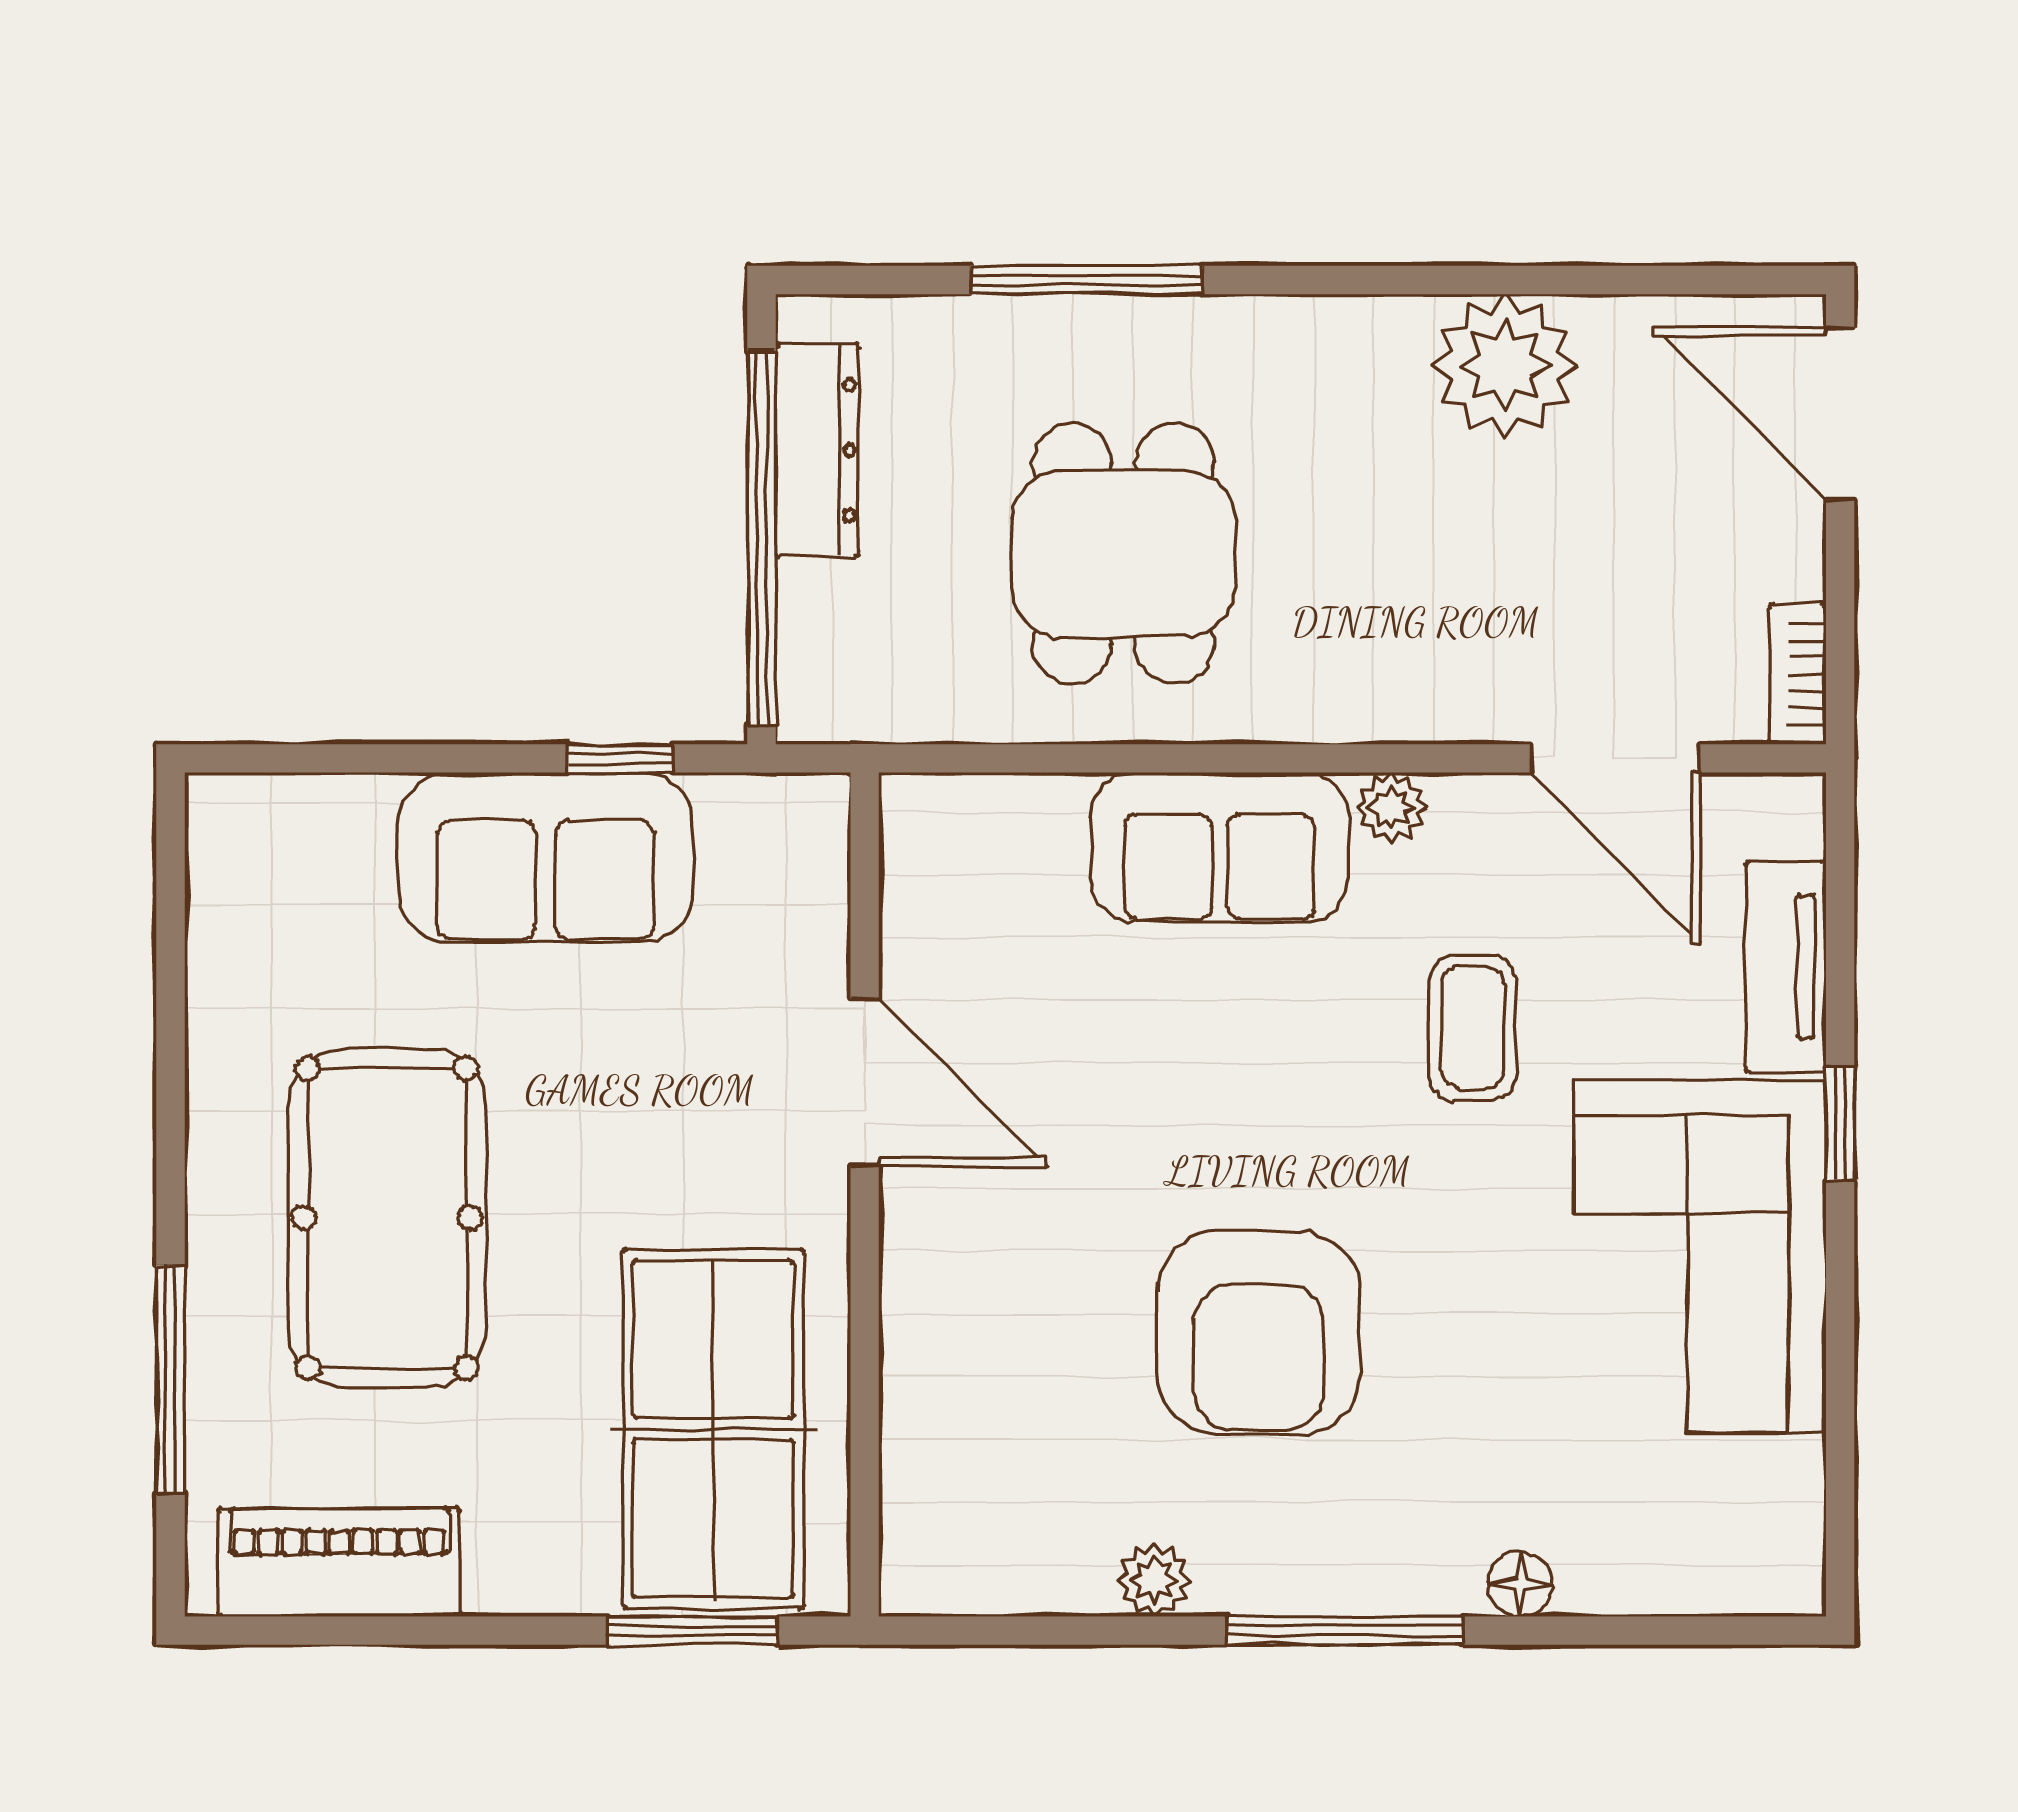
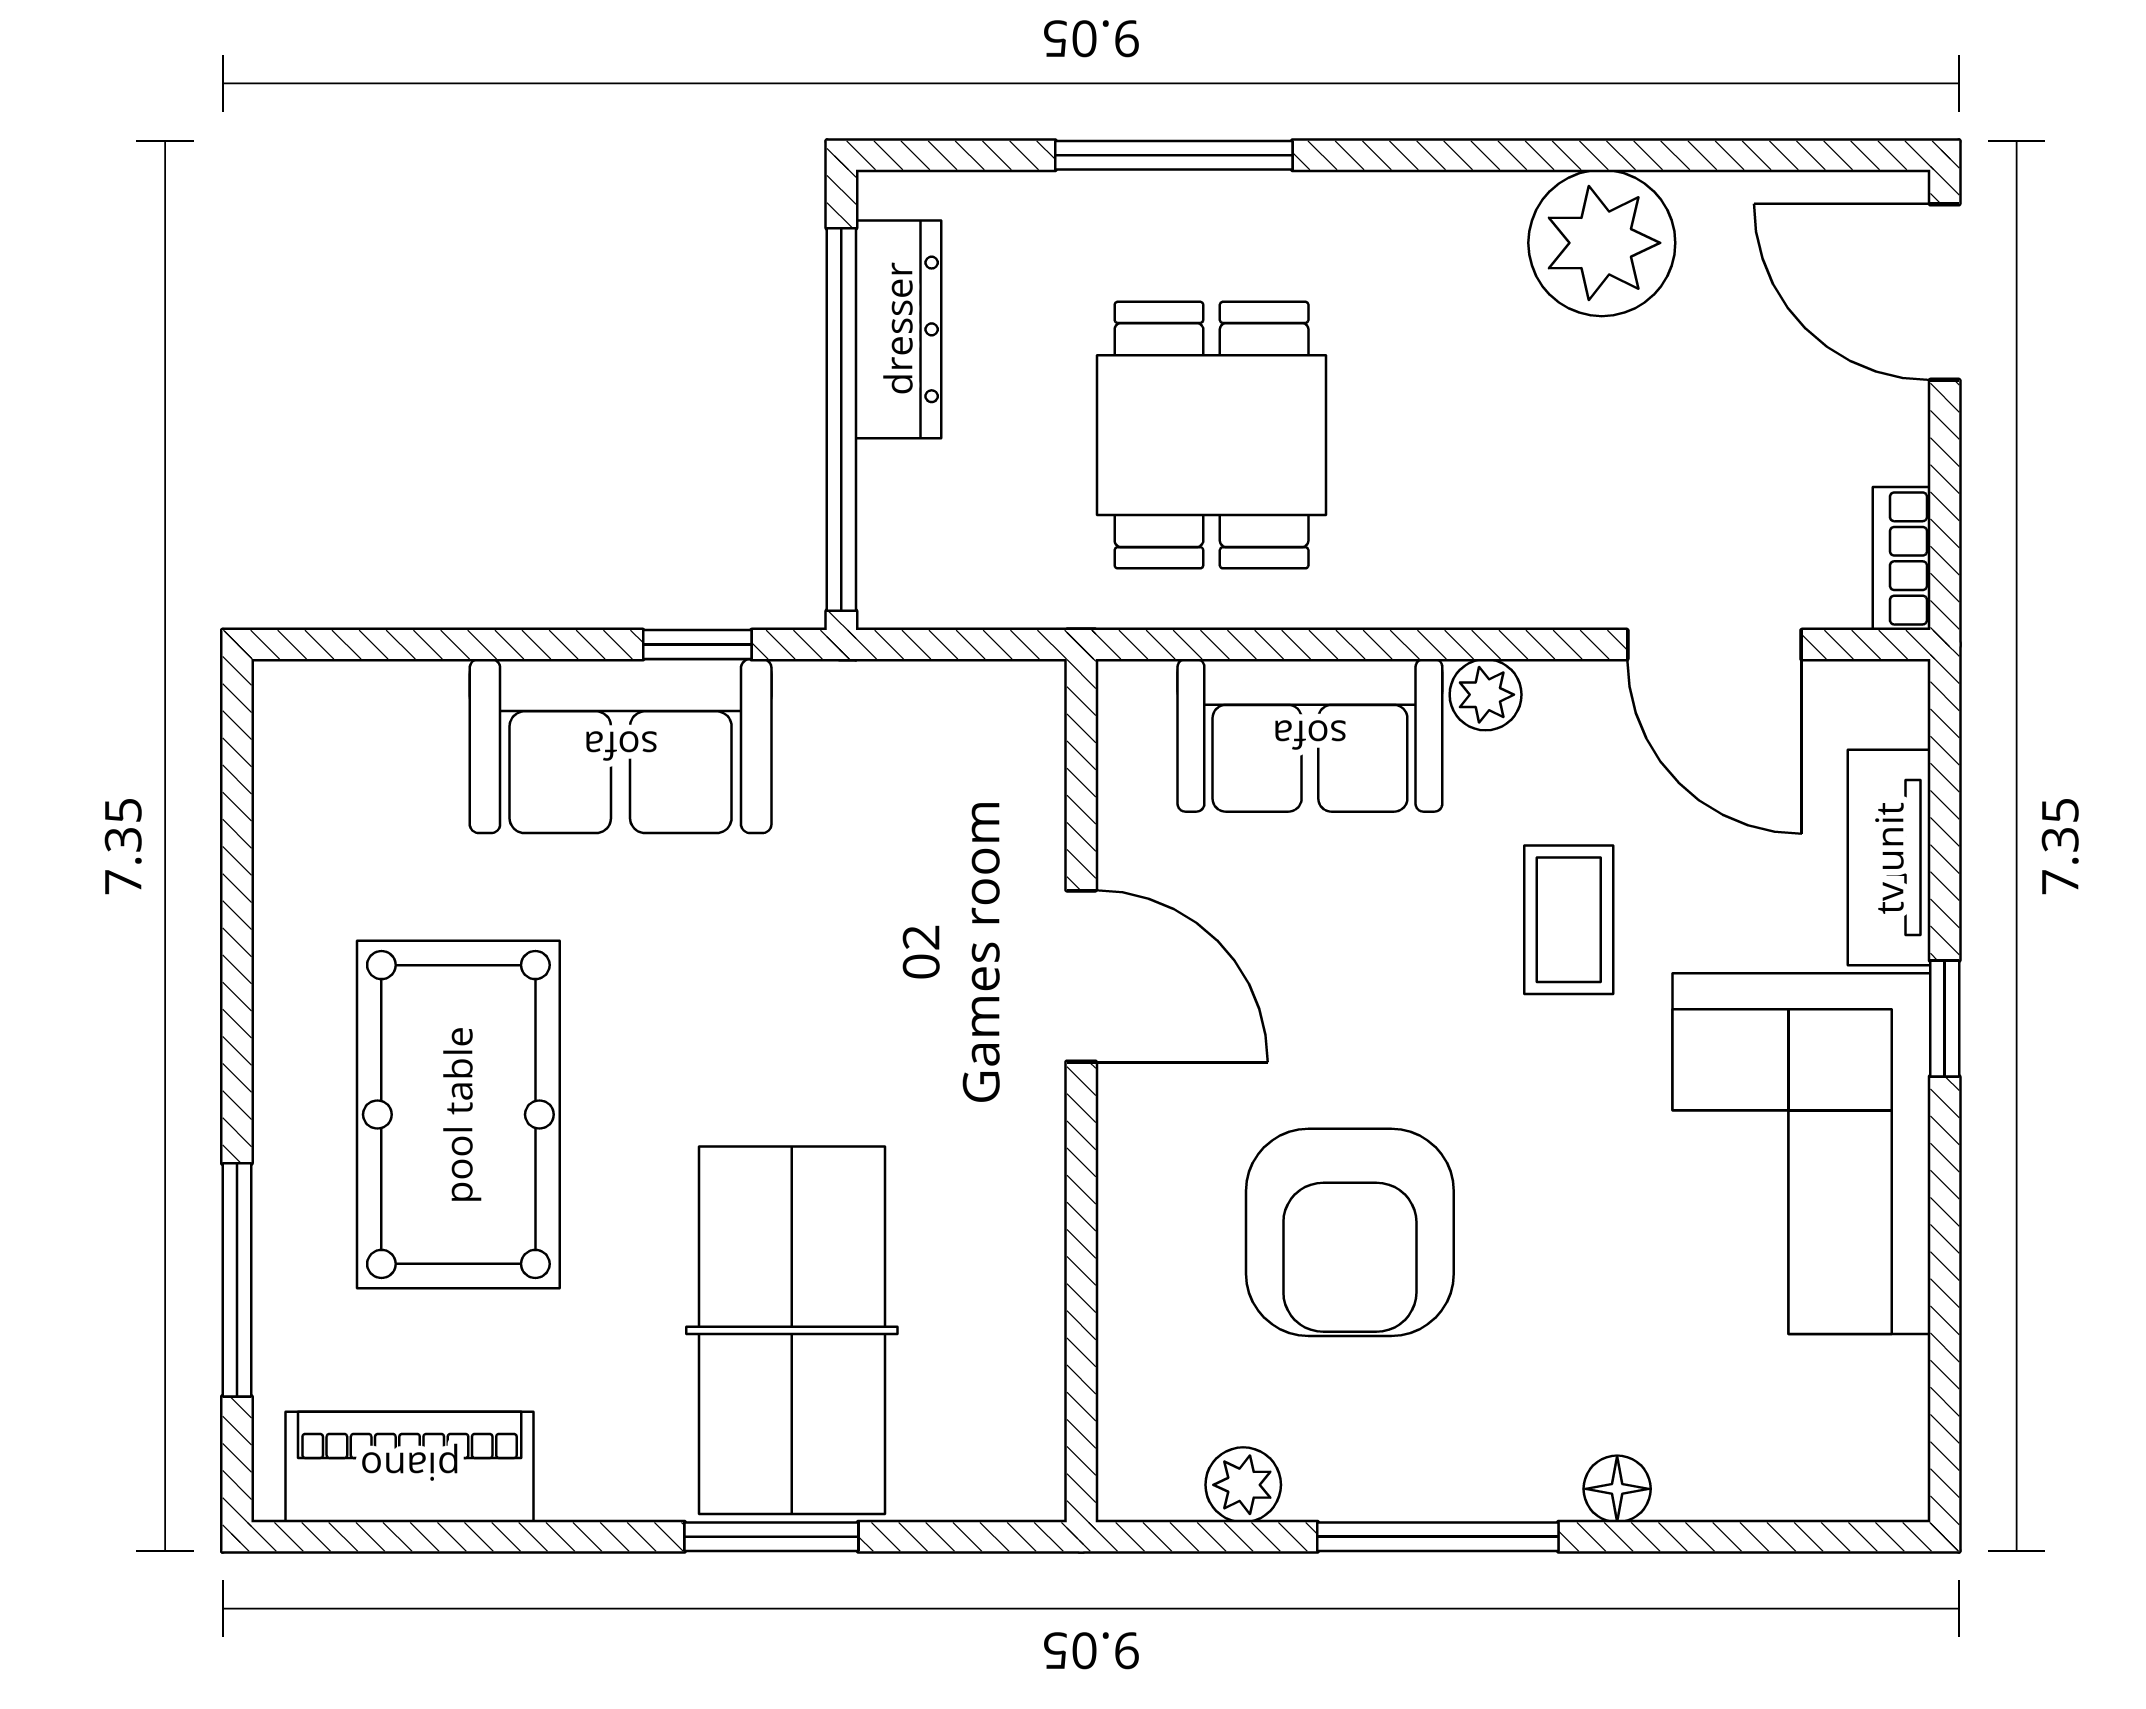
door: (865, 1082) -> (1081, 976), moved
wall: (865, 1194) -> (1081, 1091), moved

